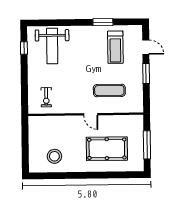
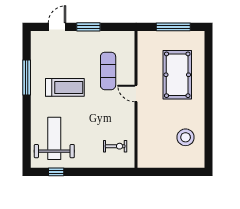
window: (103, 22) -> (27, 78), width x1.44
weight bench: (52, 46) -> (54, 138), turned -90
treadmill: (115, 47) -> (65, 87), moved
door: (91, 114) -> (136, 93), swing flipped

